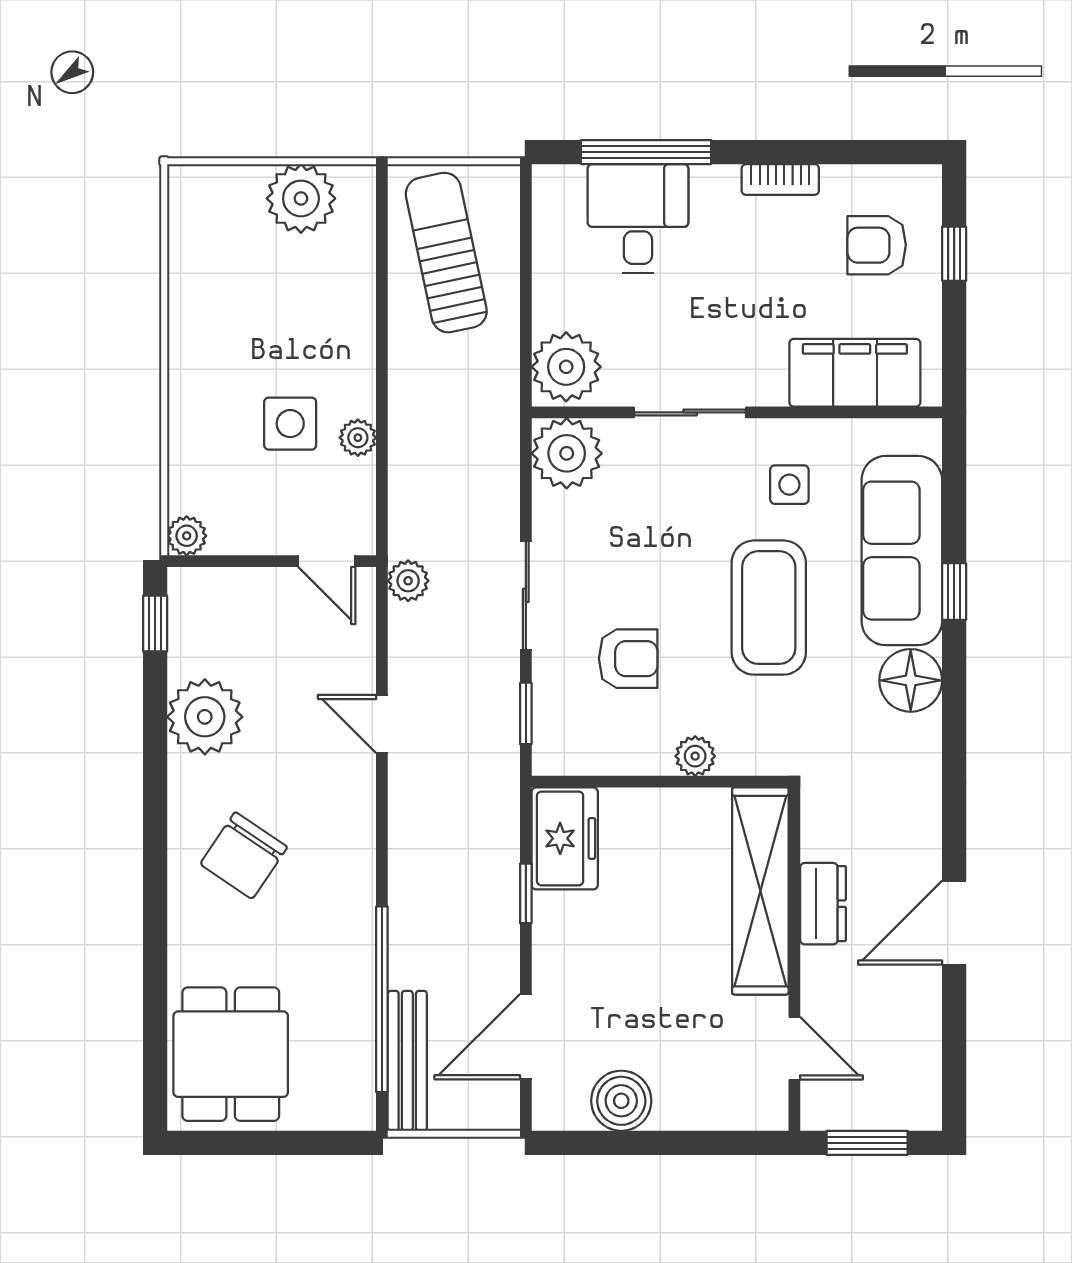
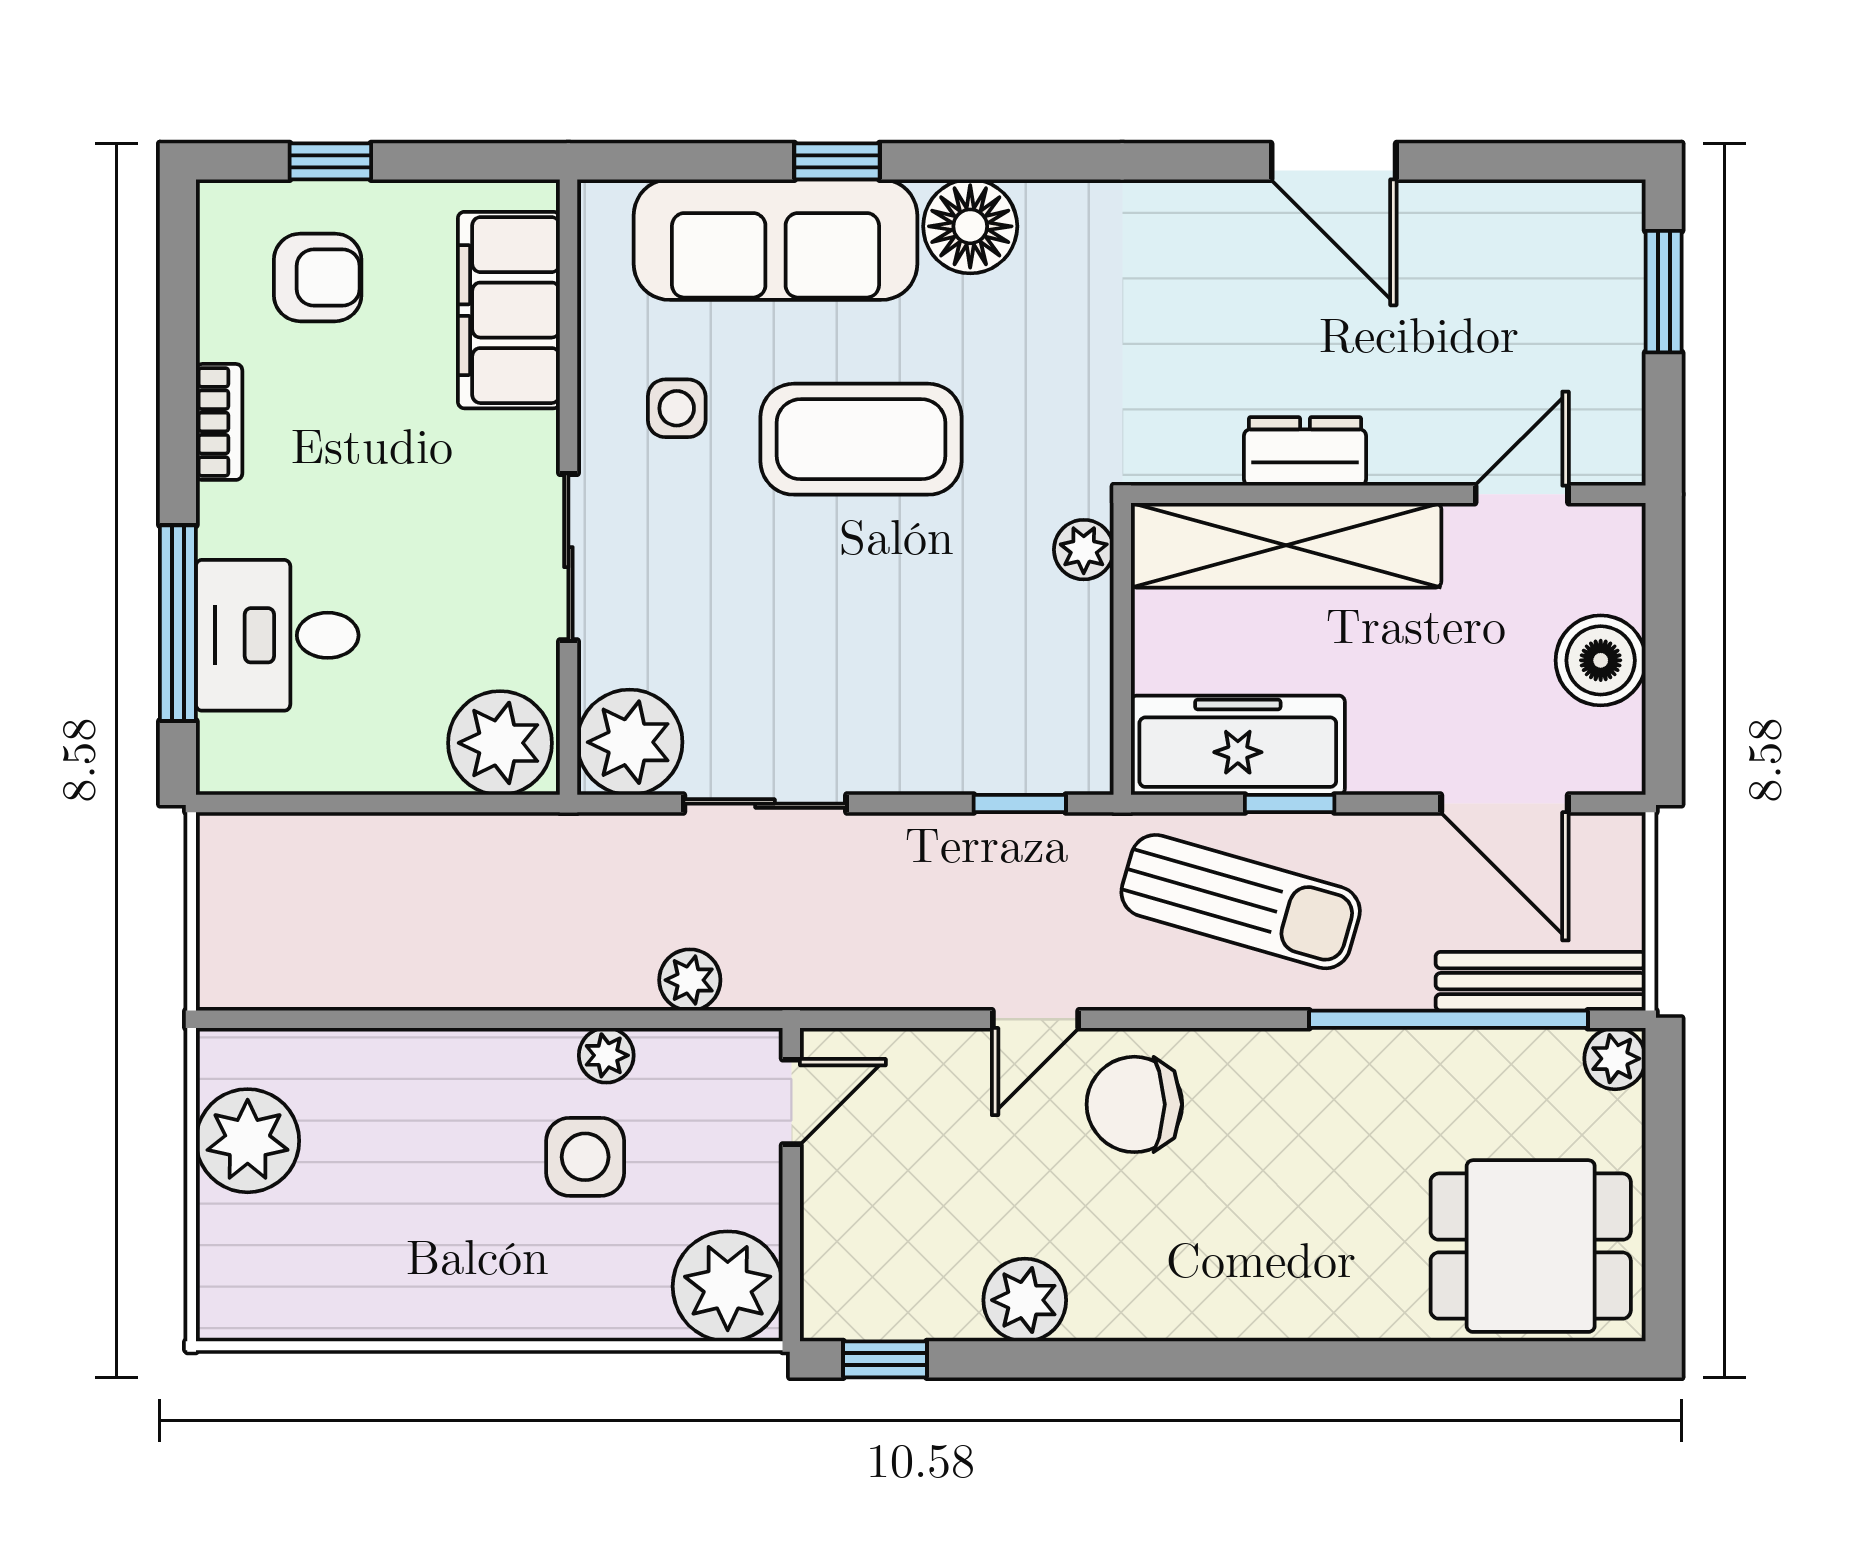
armchair: (877, 245) -> (318, 277), turned -90
sun lounger: (446, 253) -> (1241, 902), moved, turned -152
plant: (187, 536) -> (728, 1286), width x1.87, depth x1.87
plant: (408, 581) -> (690, 980), moved
sliding door: (526, 595) -> (765, 804), moved
armchair: (628, 659) -> (938, 650), removed
plant: (205, 717) -> (1025, 1300), width x0.73, depth x0.73
freezer: (565, 838) -> (1238, 745), width x1.40
chair: (244, 856) -> (1134, 1104), moved, turned 146
shelving: (760, 891) -> (1286, 545), moved
dresser: (823, 904) -> (1305, 451), moved
wall: (794, 959) -> (1388, 494), moved
door: (794, 1048) -> (1522, 494), moved
plant: (356, 1110) -> (1615, 1059), added

